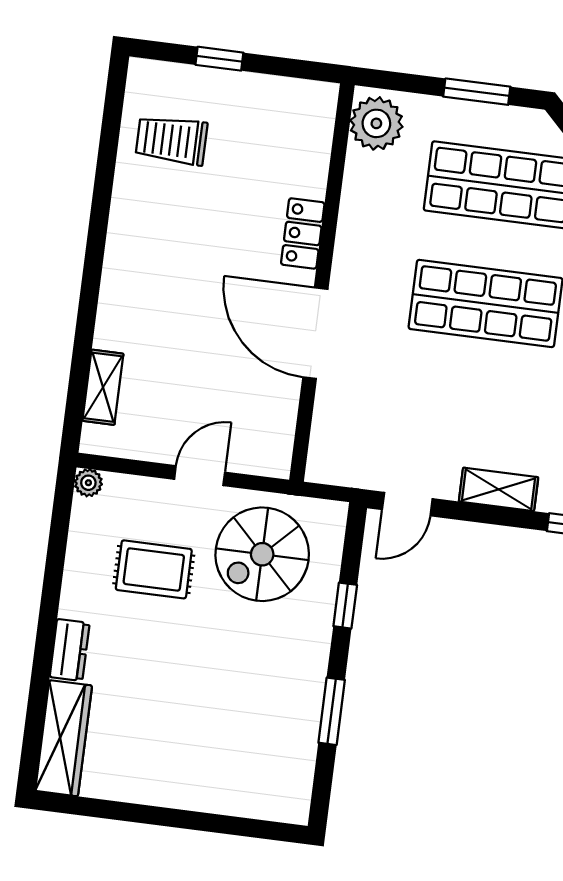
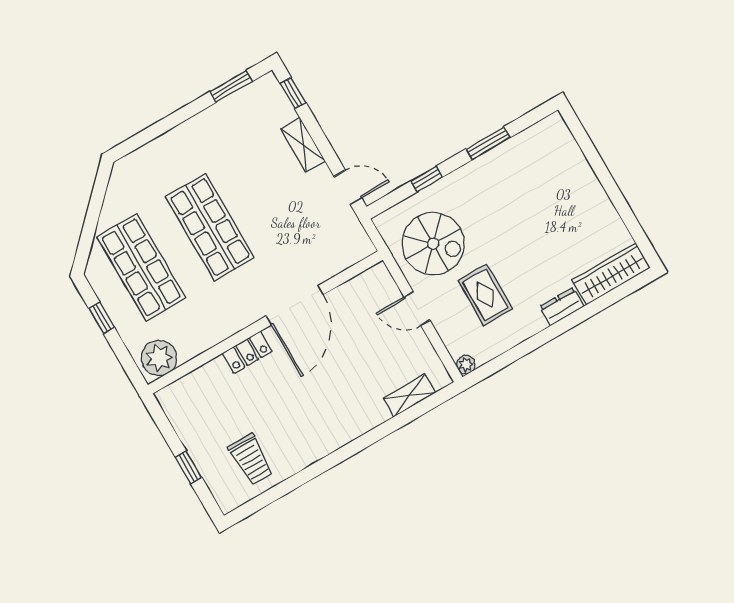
window: (477, 92) -> (102, 318), width x0.67

